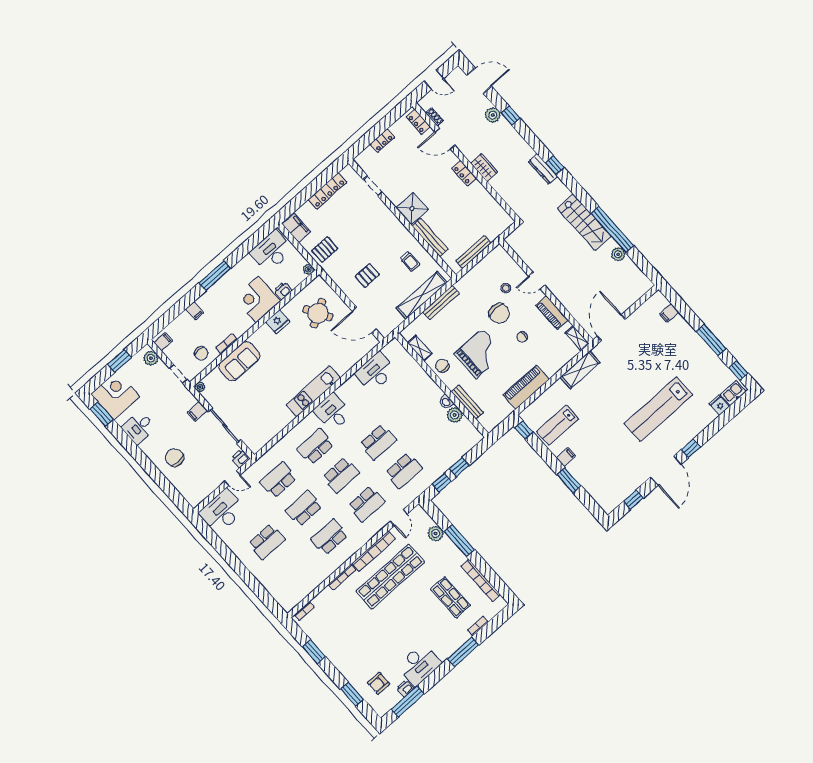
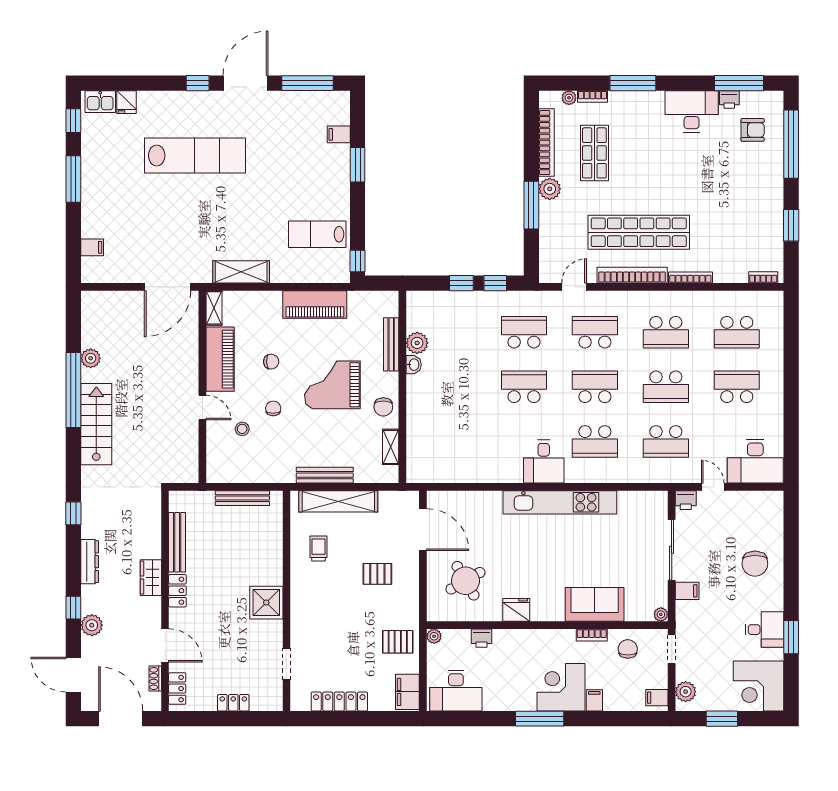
door: (434, 80) -> (121, 719), width x1.87
dresser: (543, 169) -> (90, 562), moved
bench: (430, 237) -> (177, 542), moved
corner desk: (257, 300) -> (561, 687), moved, turned 180
chair: (499, 313) -> (273, 408), width x0.54, depth x0.54
piano: (552, 313) -> (220, 359), width x1.37, depth x1.33
desk: (376, 372) -> (460, 463), removed
kitchen unit: (313, 391) -> (560, 502), width x1.36
window: (102, 414) -> (791, 637), moved
lab bench: (558, 425) -> (317, 234), turned 180
filing cabinet: (566, 457) -> (339, 134), moved
window: (633, 500) -> (308, 83), width x2.17
plant: (436, 534) -> (550, 189), moved
school desk: (292, 570) -> (737, 332), added
plant: (490, 614) -> (569, 98), added
window: (352, 694) -> (791, 144), width x2.11

